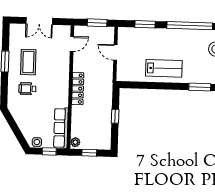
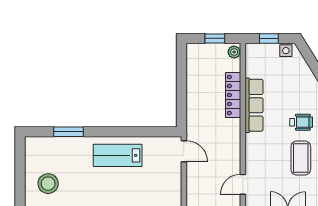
door: (115, 52) -> (184, 151), moved
locker: (78, 89) -> (233, 95), moved
window: (115, 116) -> (182, 89), removed
row of seats: (61, 128) -> (254, 105), moved

